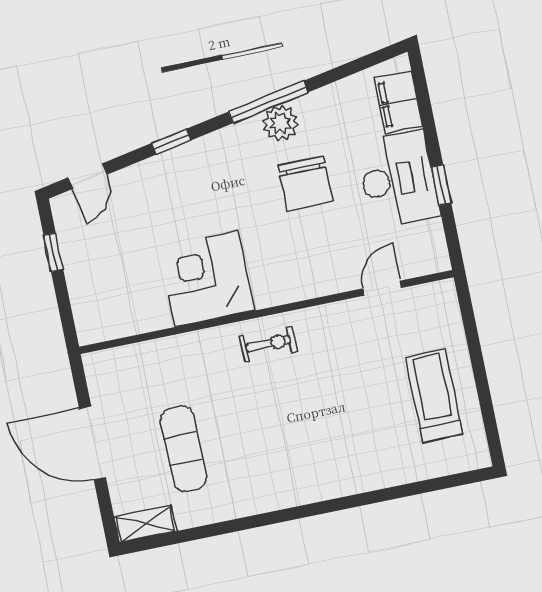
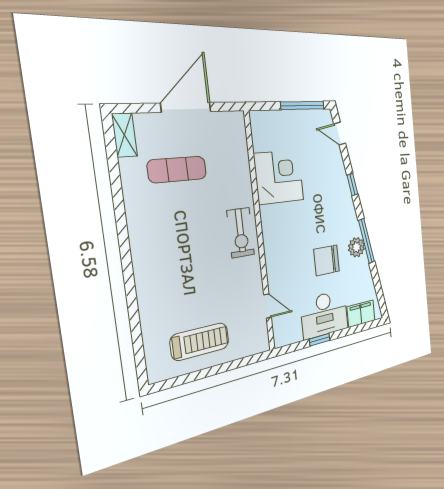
window: (53, 252) -> (303, 105), width x2.17
corner desk: (207, 279) -> (279, 177), moved
exercise bike: (268, 344) -> (241, 233), width x1.38, depth x1.39

